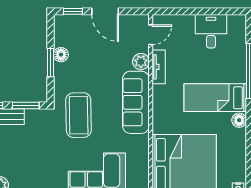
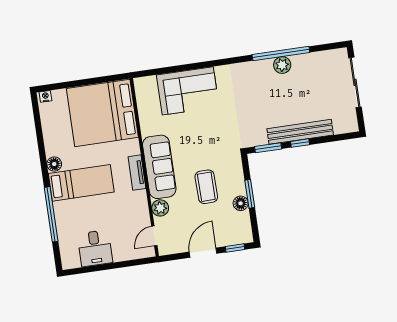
door: (105, 11) -> (203, 253), hinge flipped
tv unit: (159, 67) -> (137, 173), moved
coffee table: (79, 115) -> (206, 187), moved, width x0.73, depth x0.76

